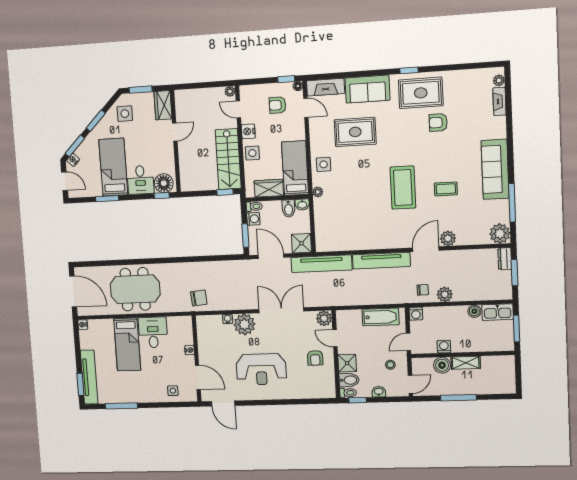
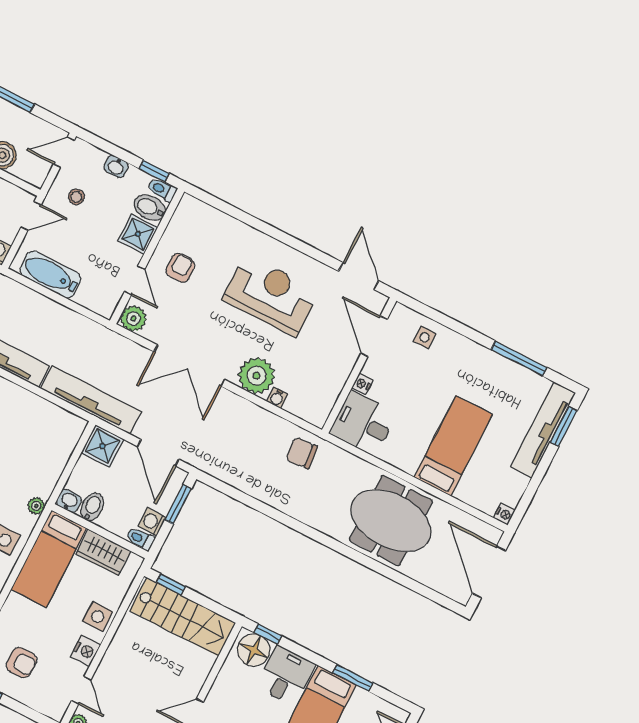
stairs: (228, 159) -> (183, 617), moved, turned 90
desk: (153, 332) -> (363, 423), moved, turned 90

